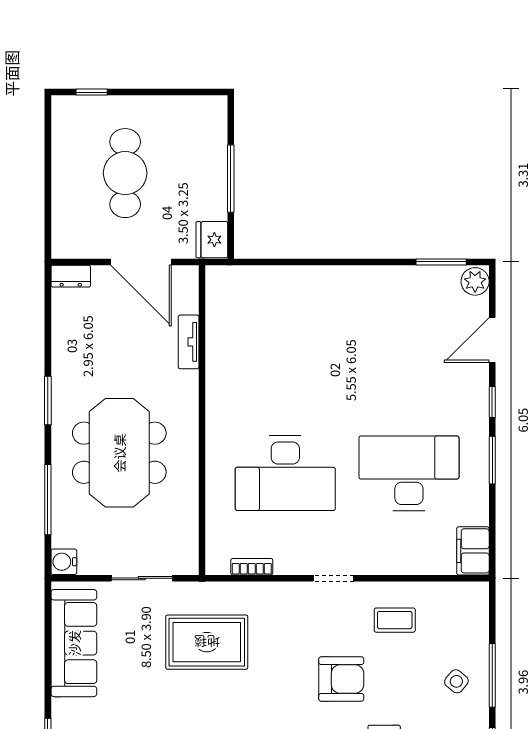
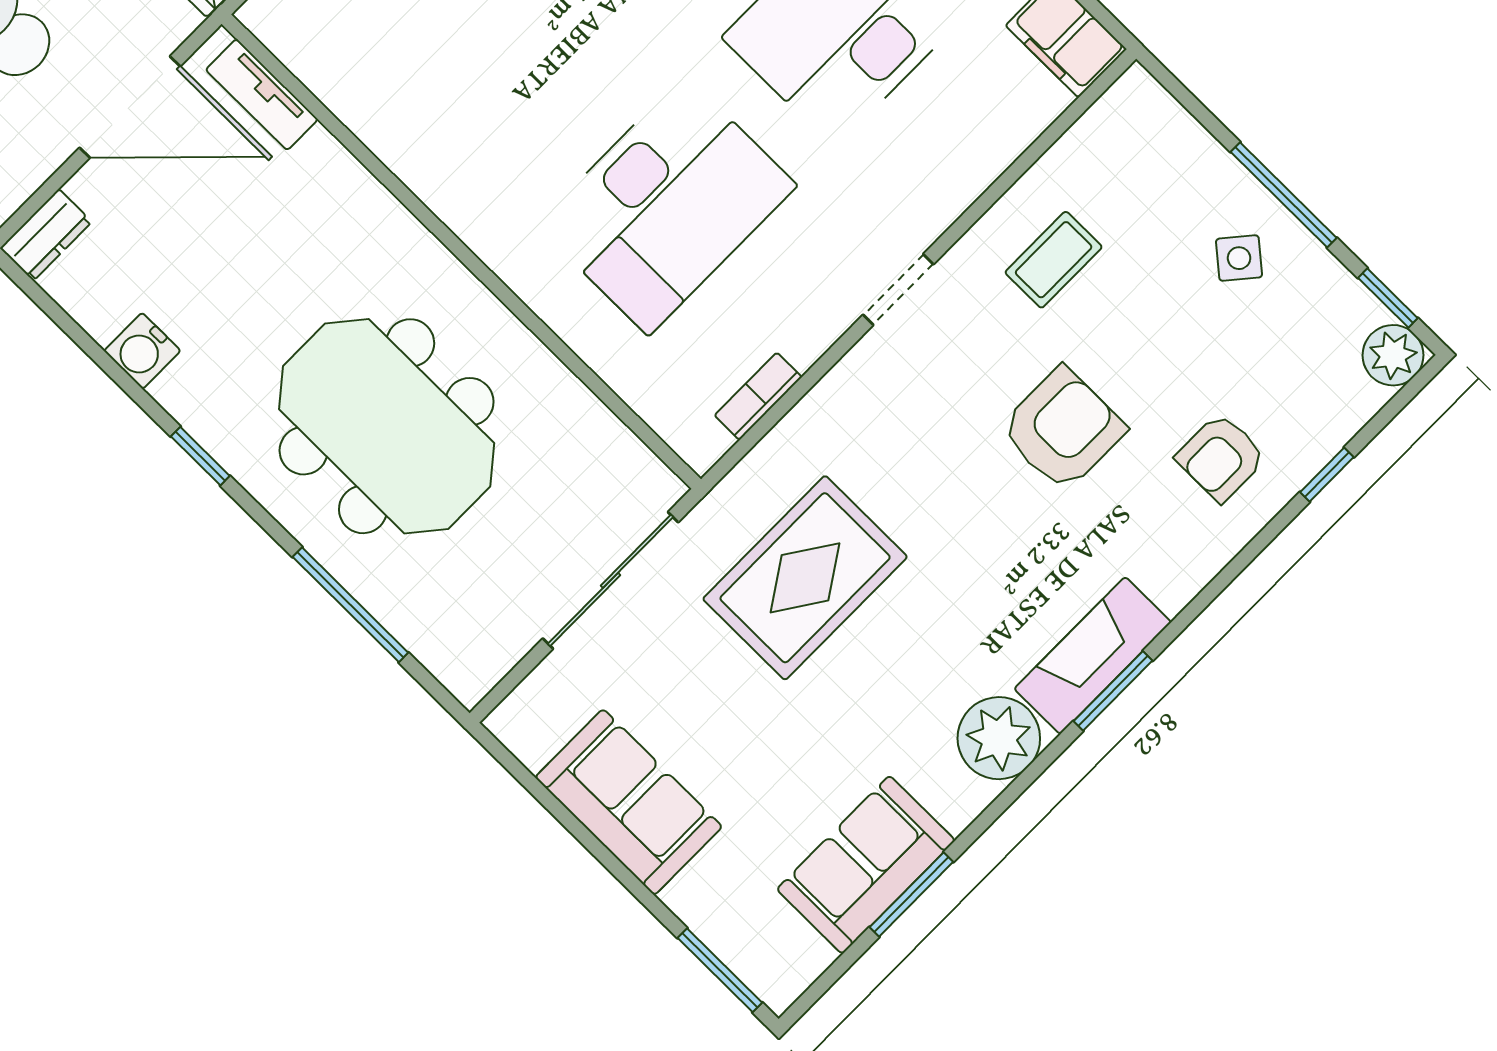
tv unit: (189, 342) -> (262, 95), moved
window: (48, 401) -> (200, 456), width x0.67
water cooler: (64, 562) -> (142, 351), moved
sliding door: (142, 578) -> (611, 580), width x1.37
sofa: (74, 643) -> (629, 802), width x0.73

